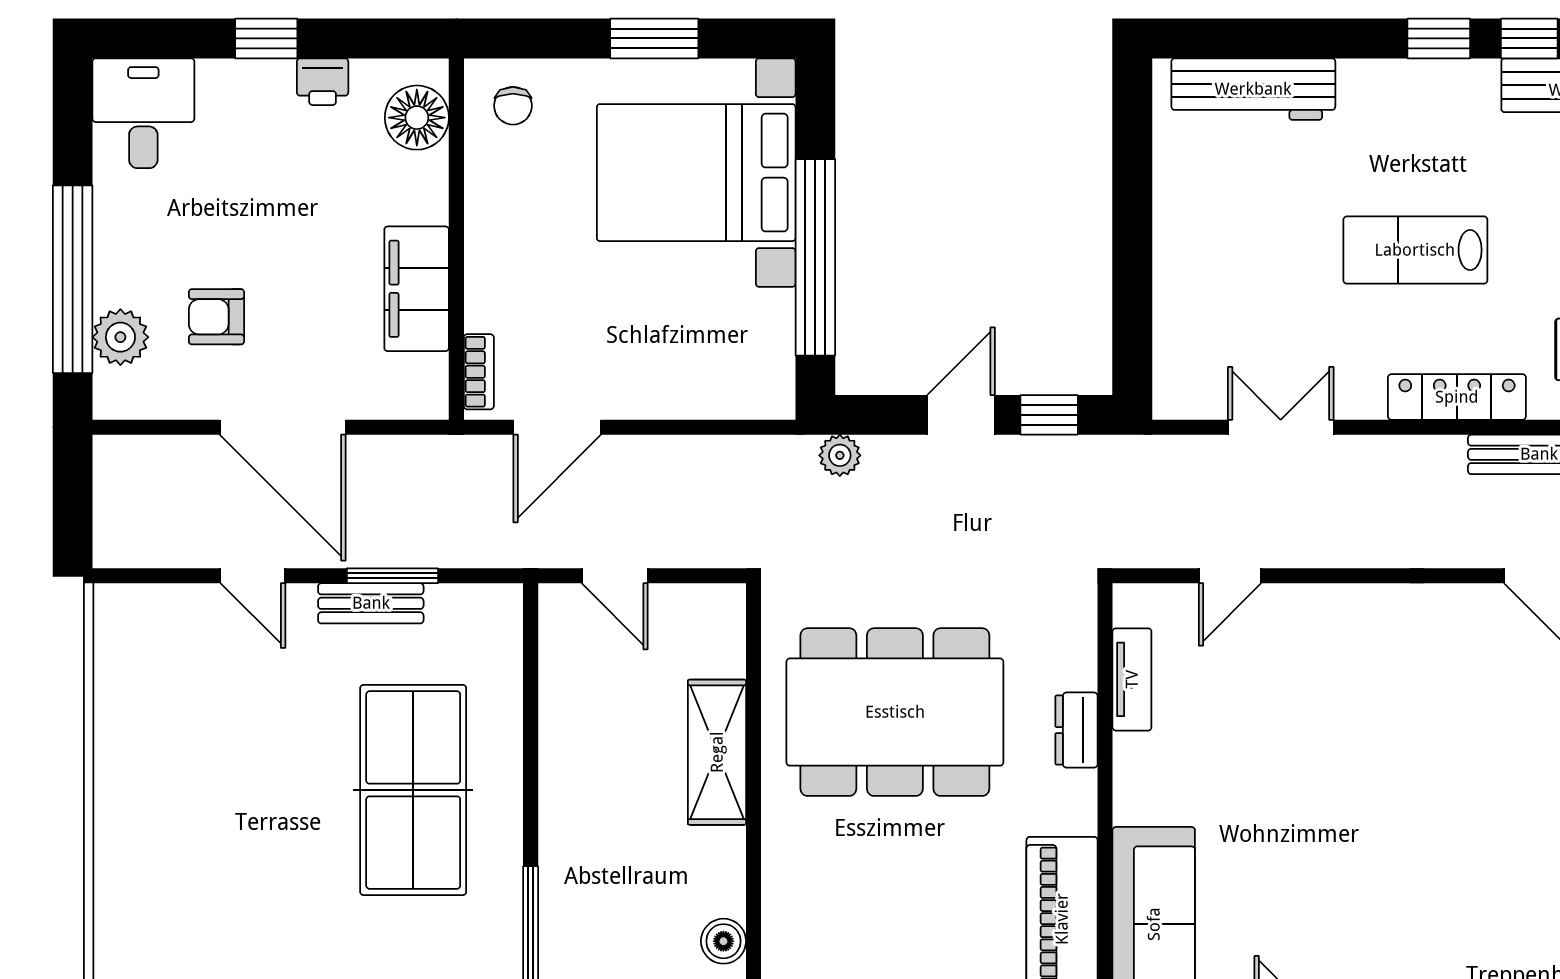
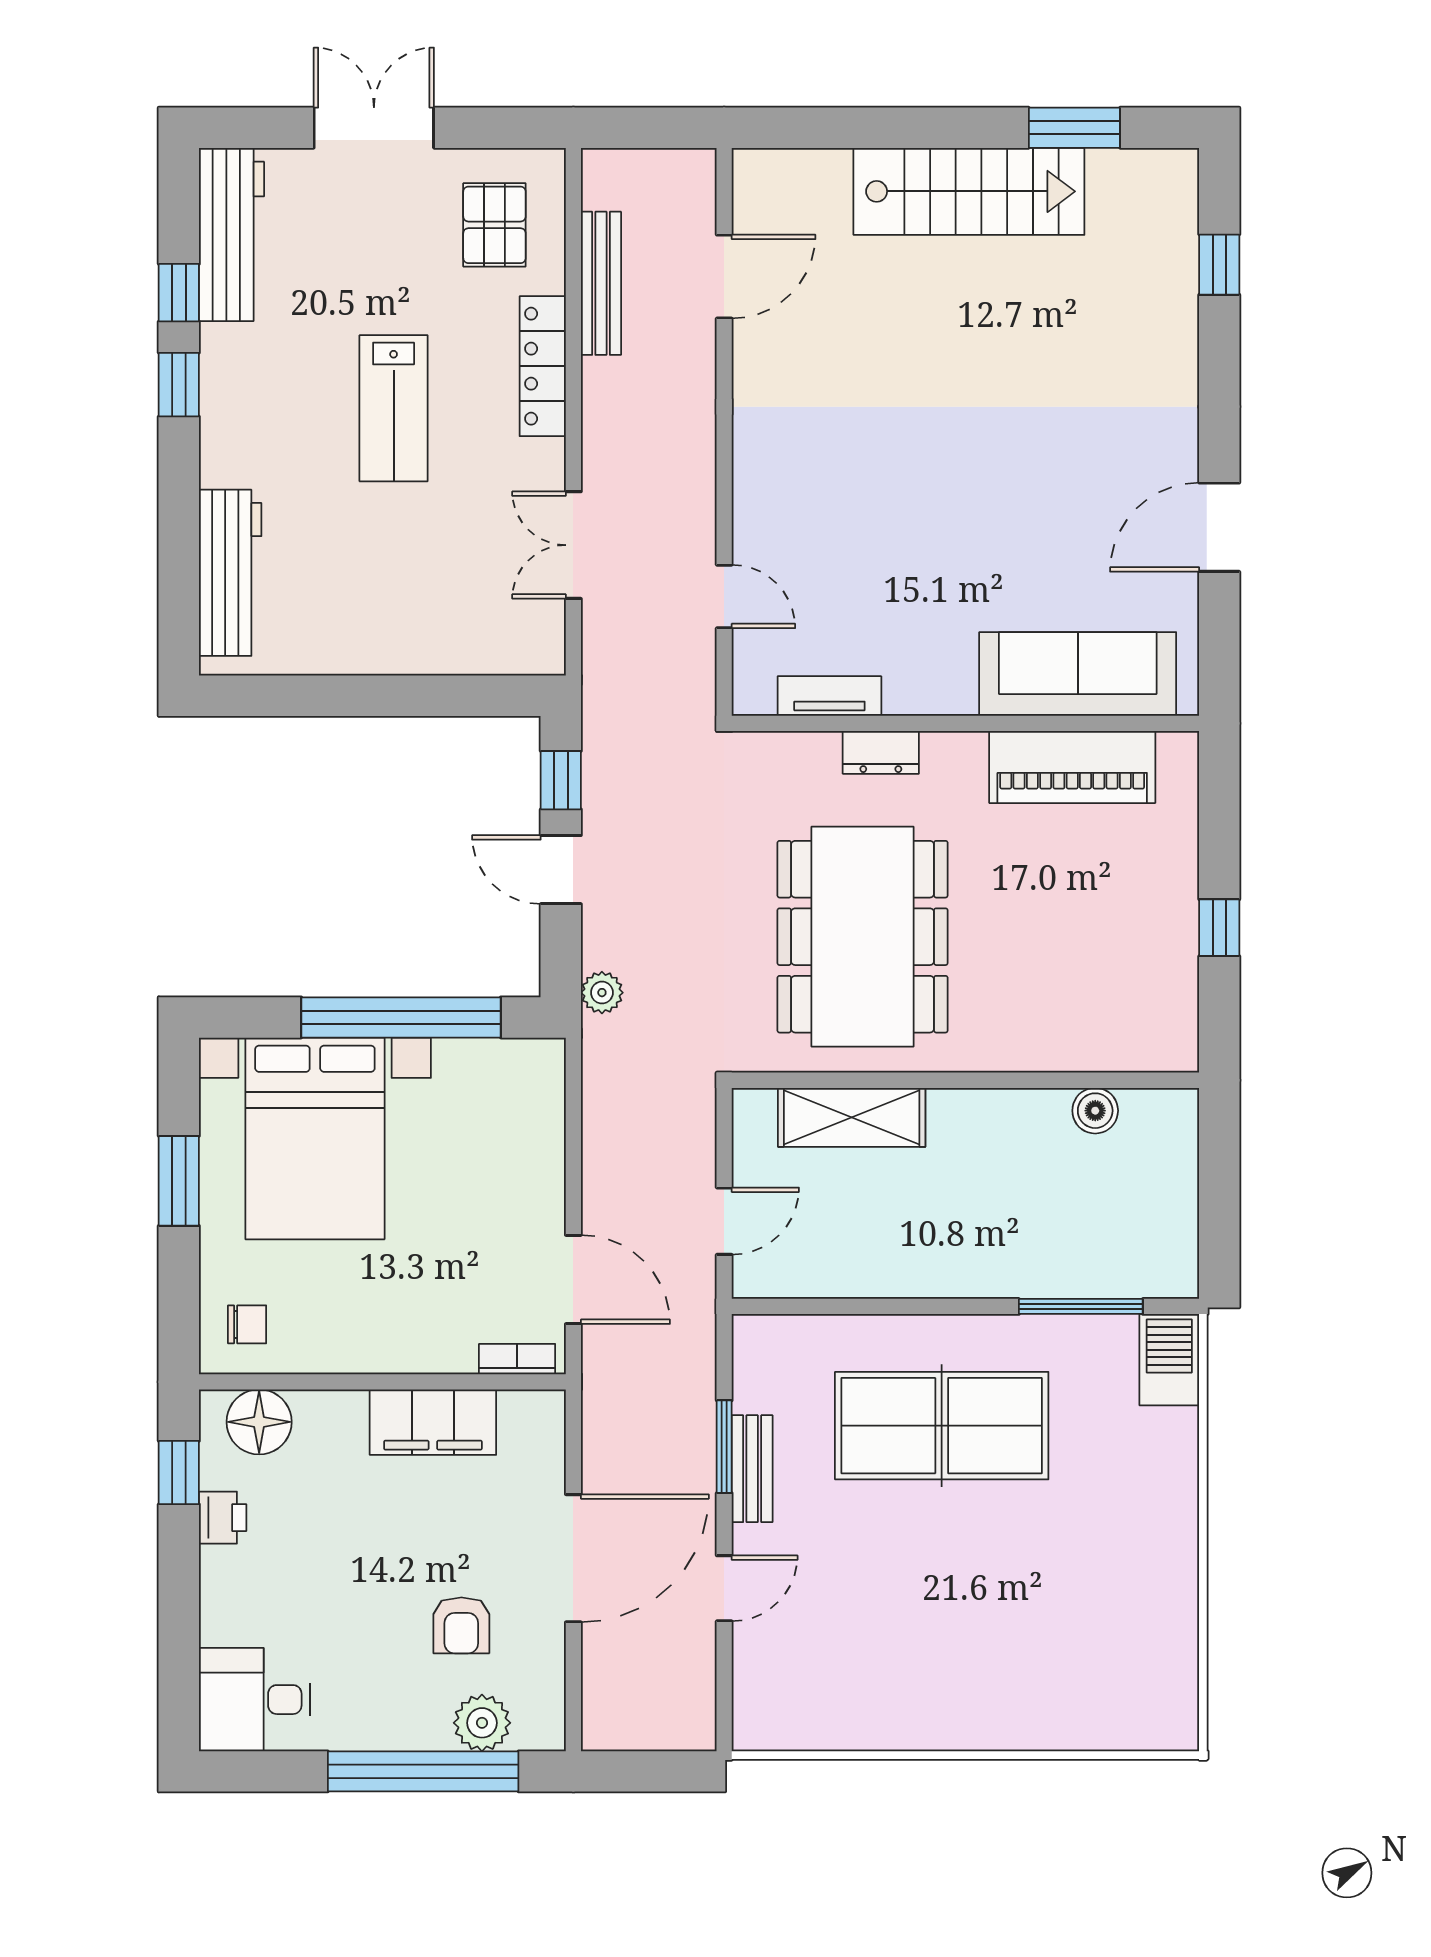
window: (266, 38) -> (179, 1473), moved
shelving: (717, 752) -> (852, 1117), moved

